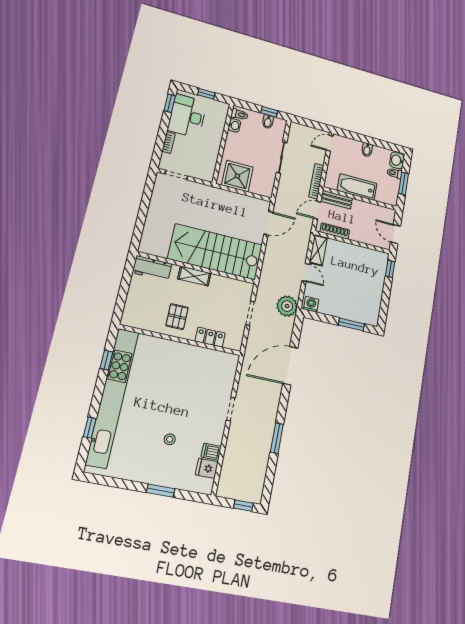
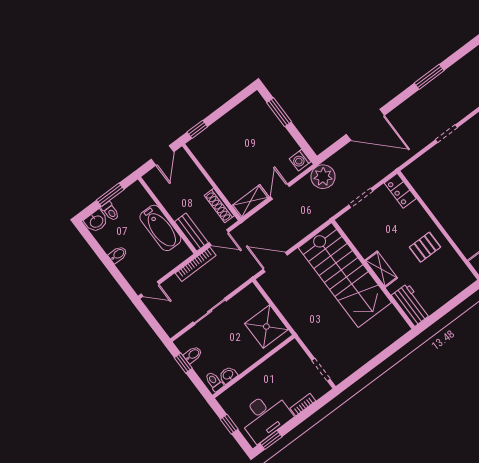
locker: (210, 337) -> (400, 191), moved

